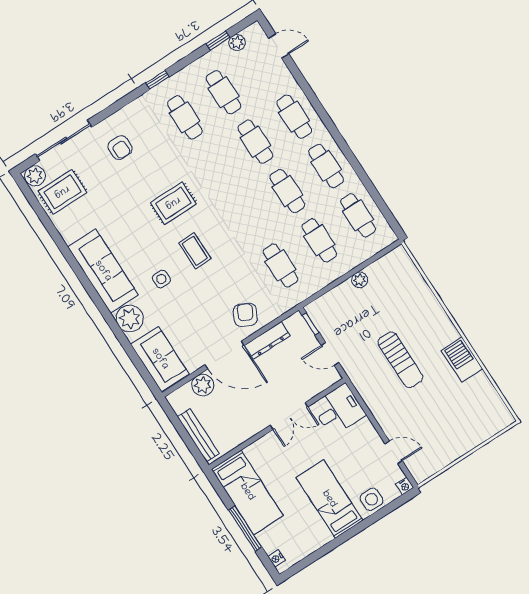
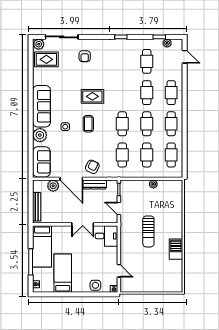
cafe table: (185, 117) -> (122, 124), moved
bed: (329, 499) -> (63, 273), moved

